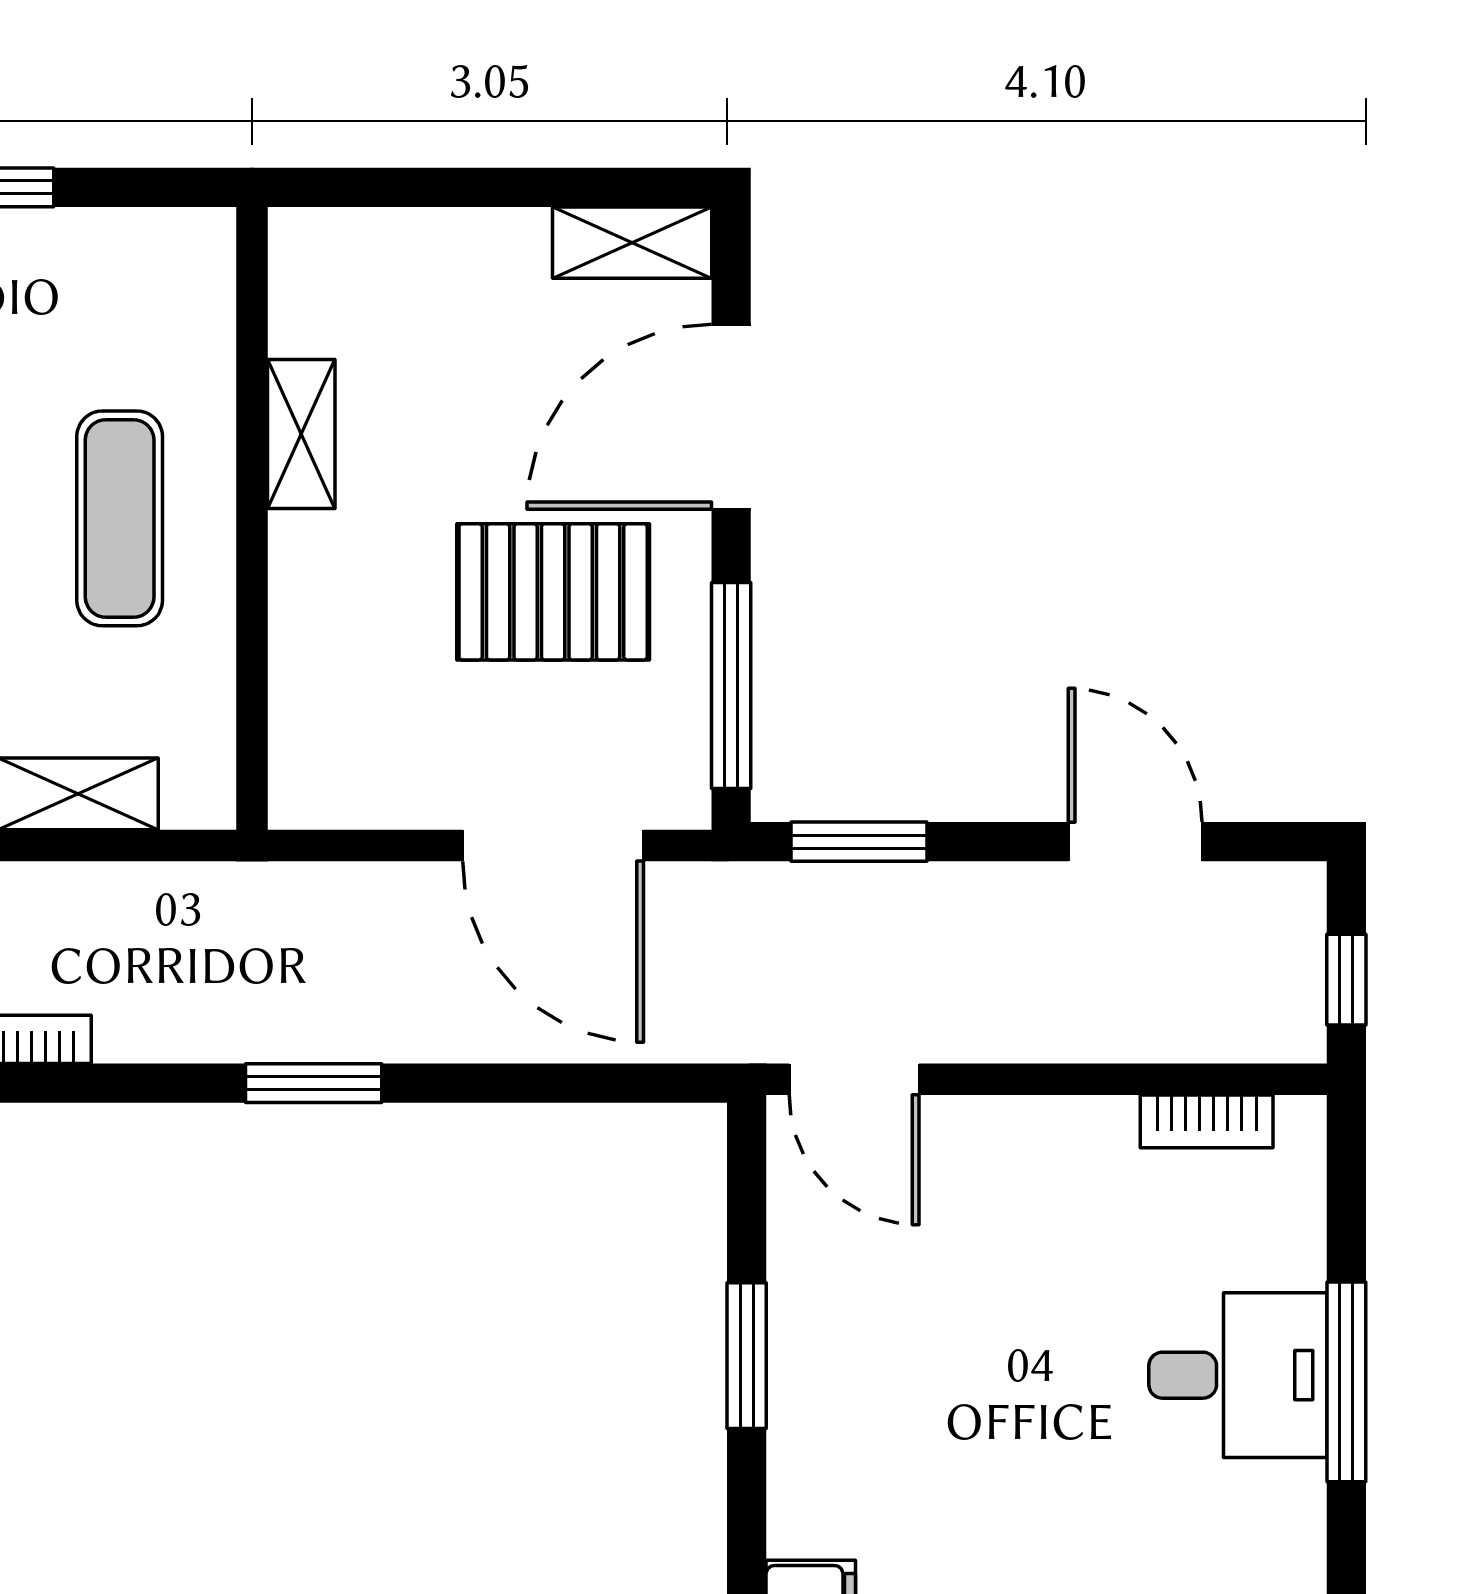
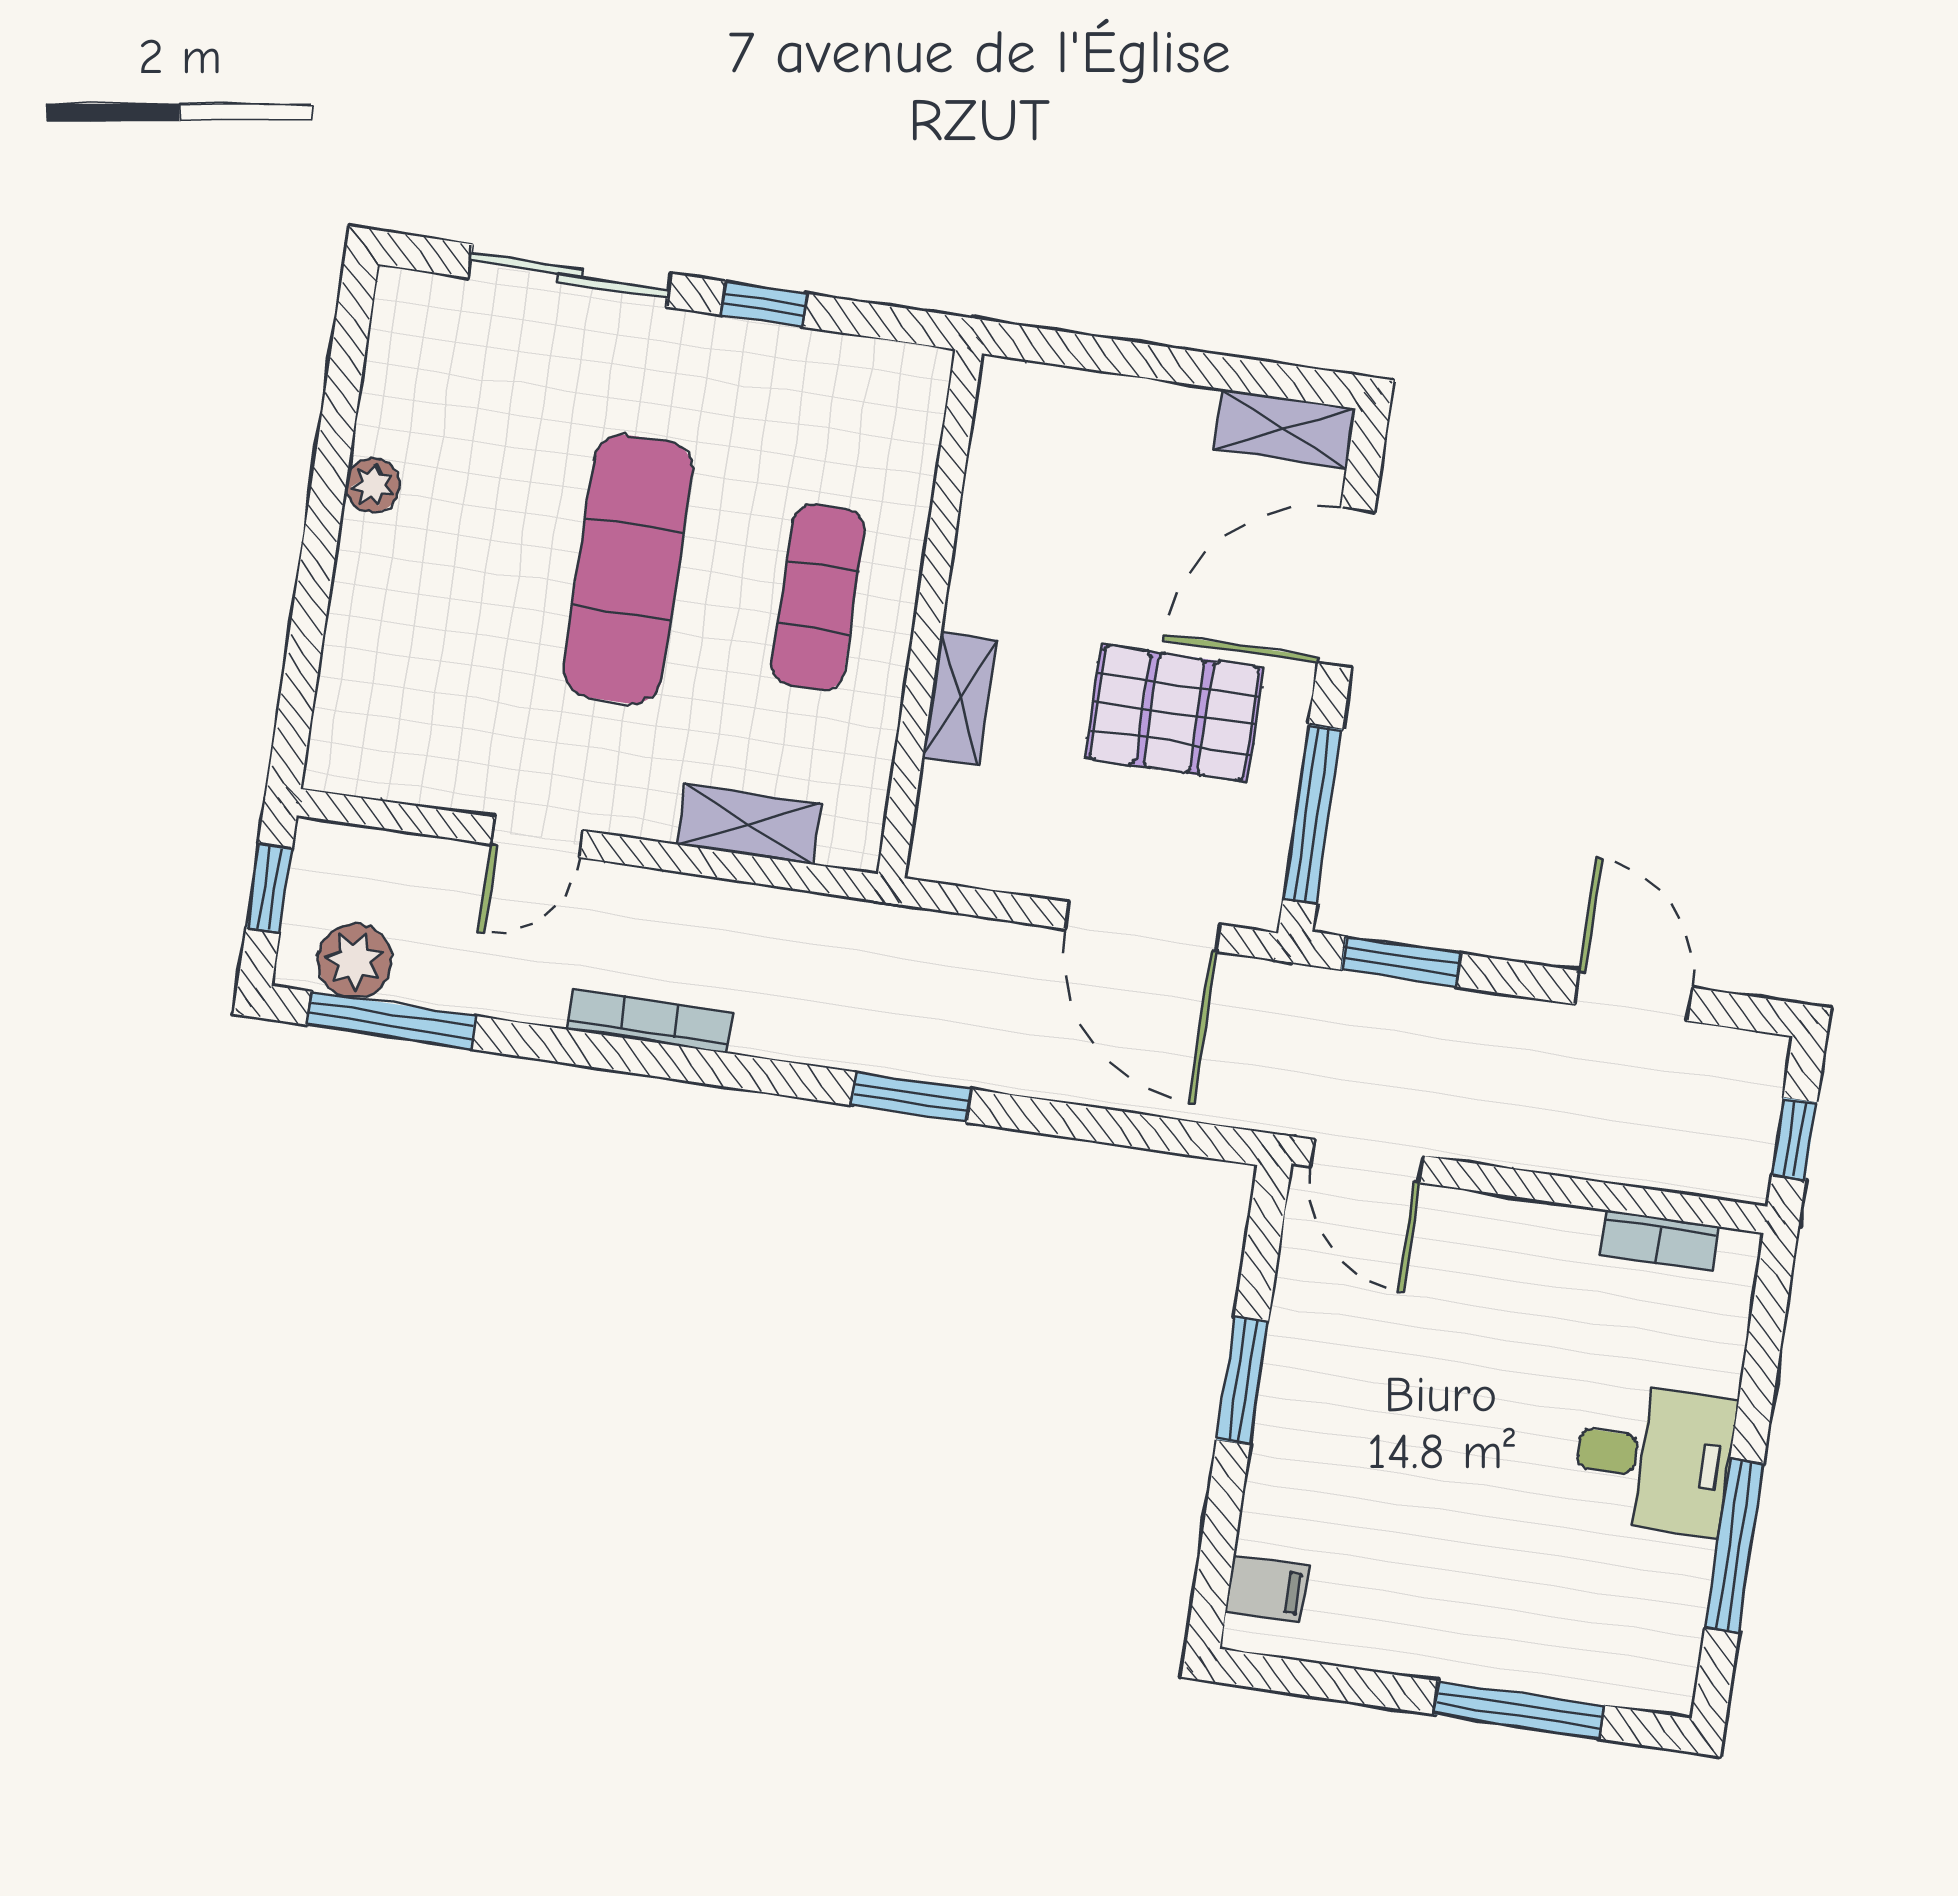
shelving: (301, 434) -> (960, 699), moved
window: (1346, 1382) -> (1734, 1545), moved

